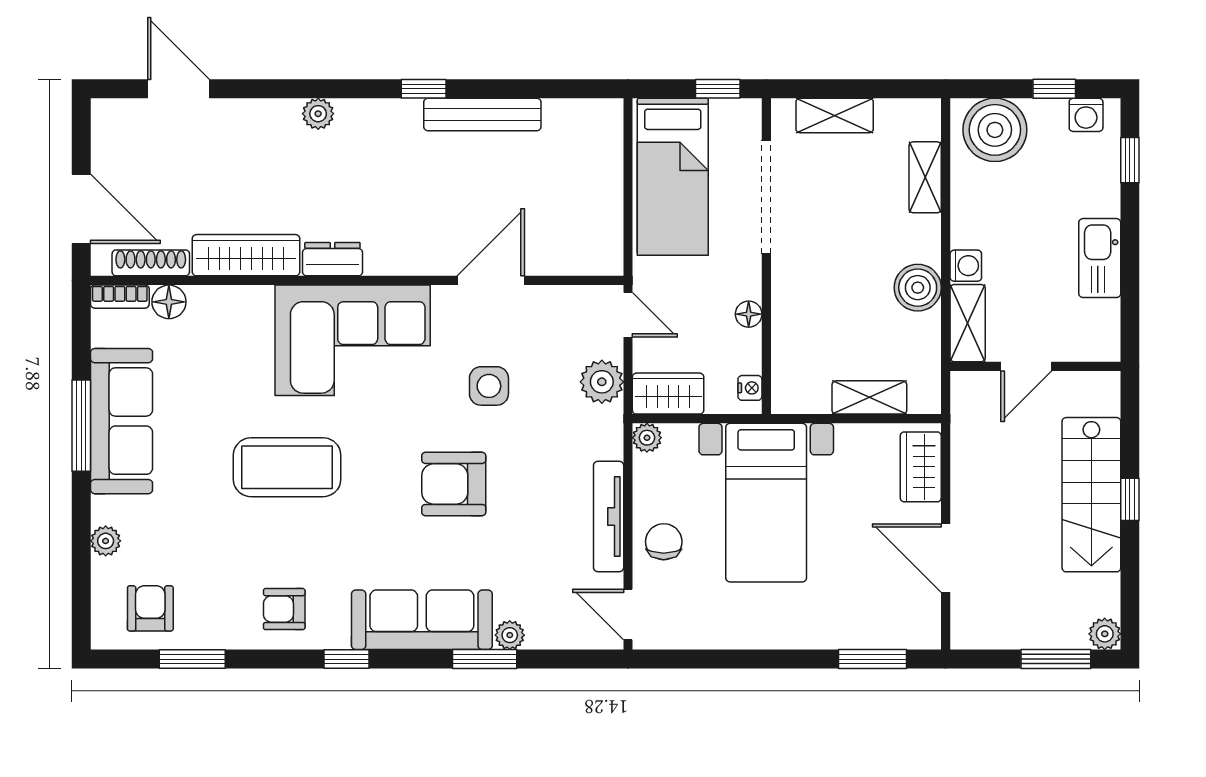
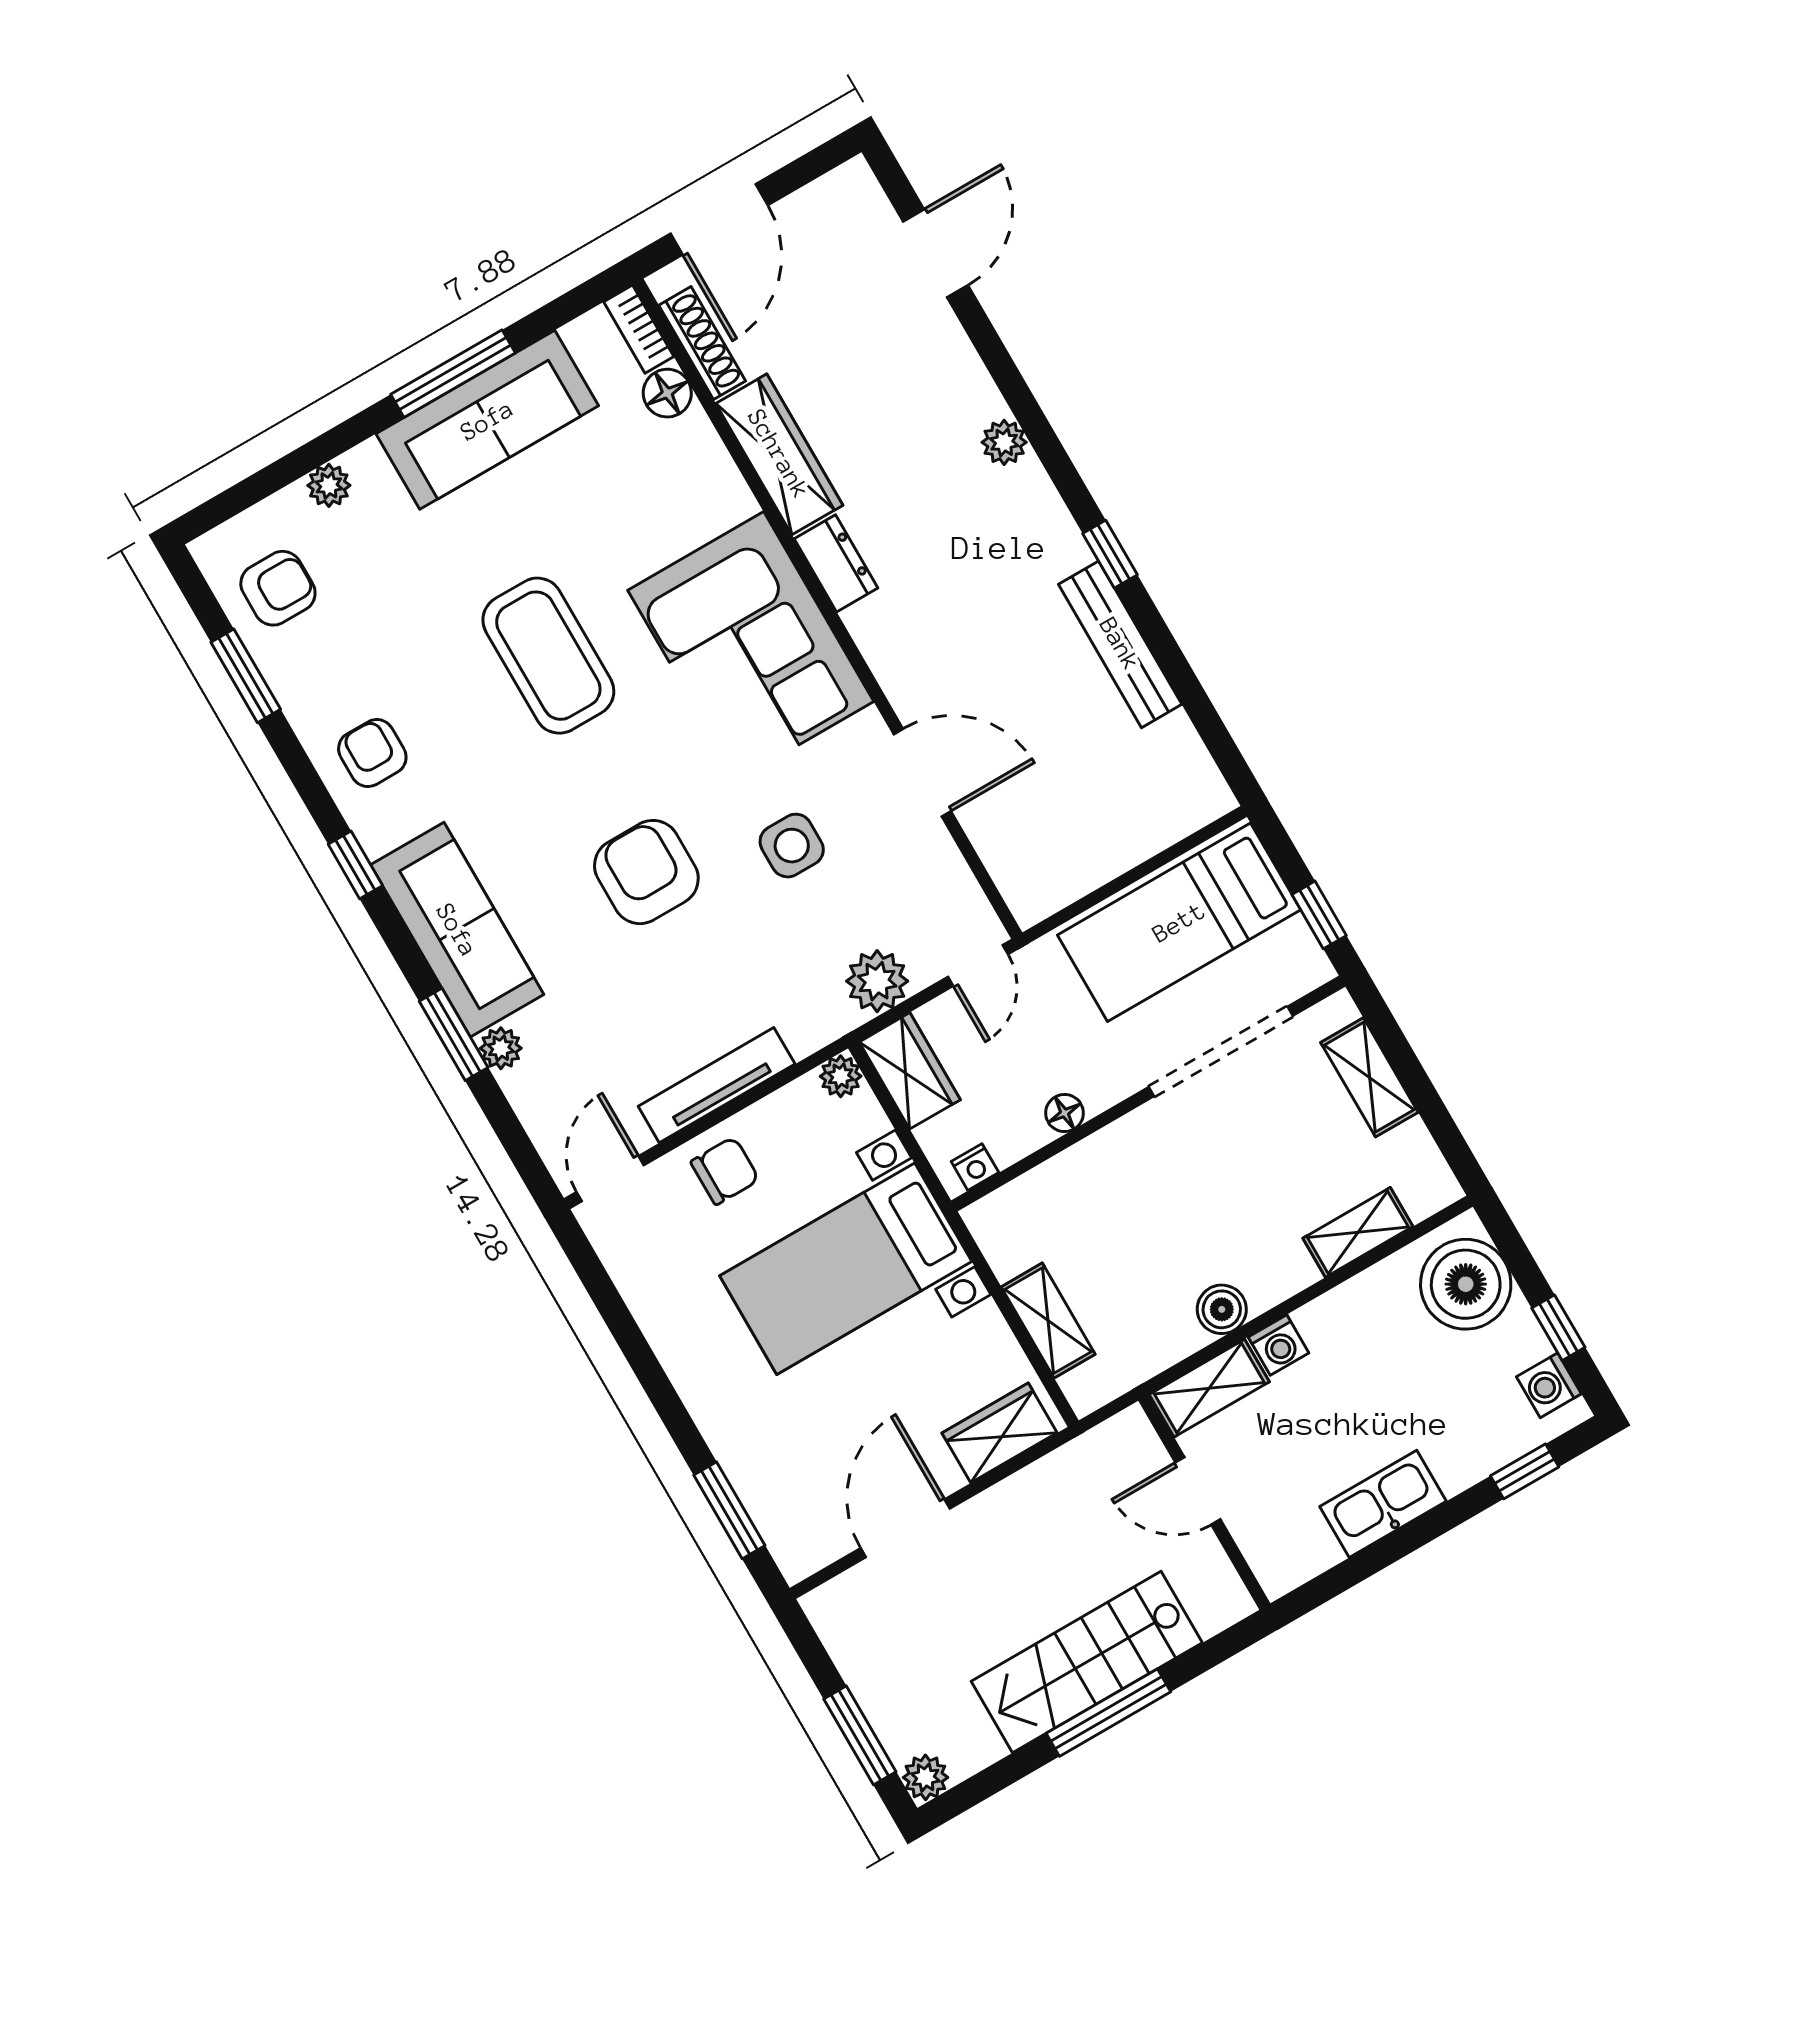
boiler: (918, 288) -> (1222, 1309), width x0.73, depth x0.73
window: (1130, 499) -> (1108, 1713), width x2.17

